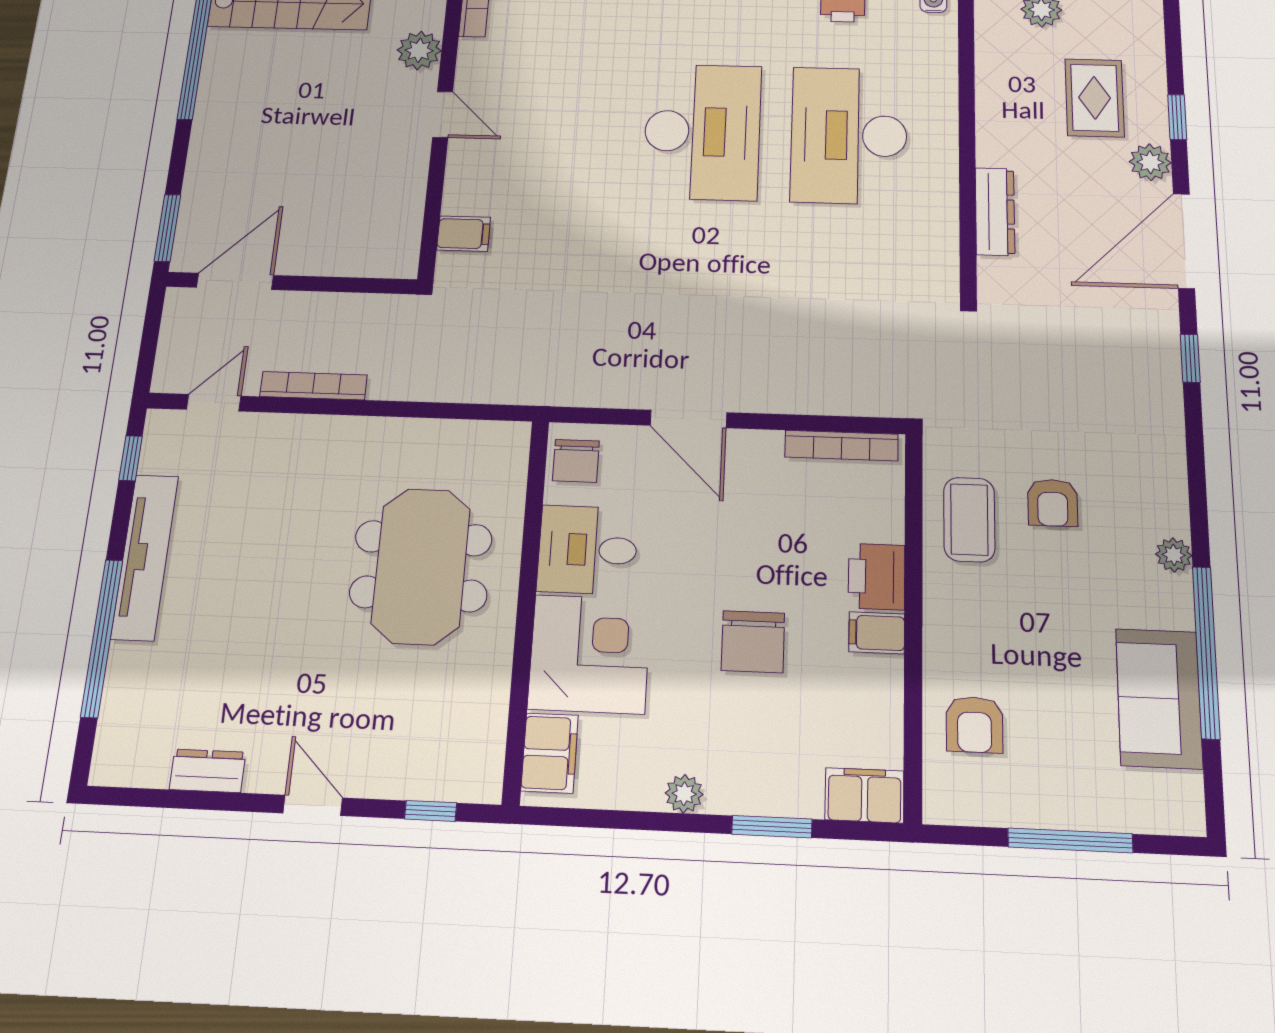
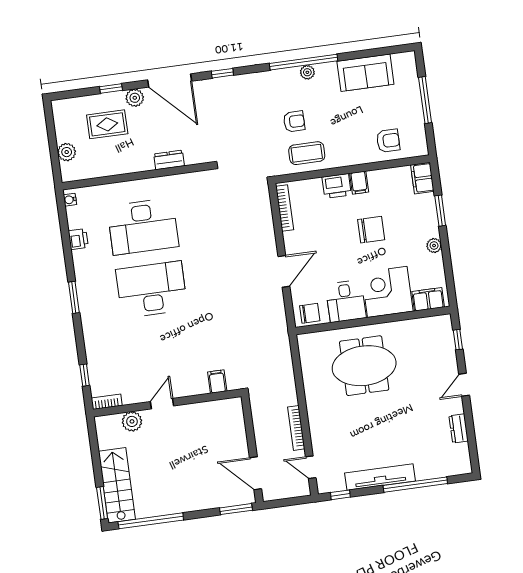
dresser: (995, 212) -> (169, 160), width x0.70
window: (1206, 652) -> (304, 62), moved

